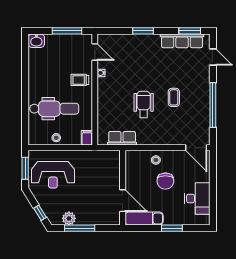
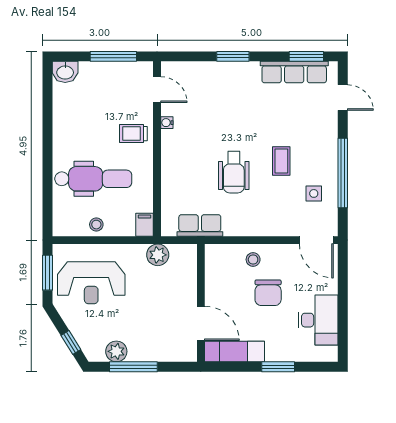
wheelchair: (144, 104) -> (234, 172), turned 180
side table: (194, 118) -> (314, 193), added
plant: (95, 157) -> (158, 255), added

